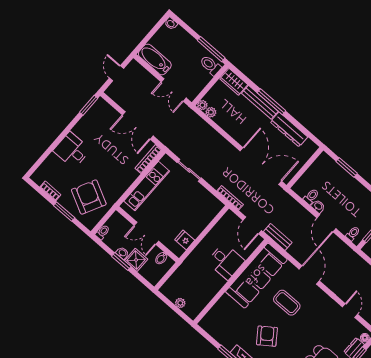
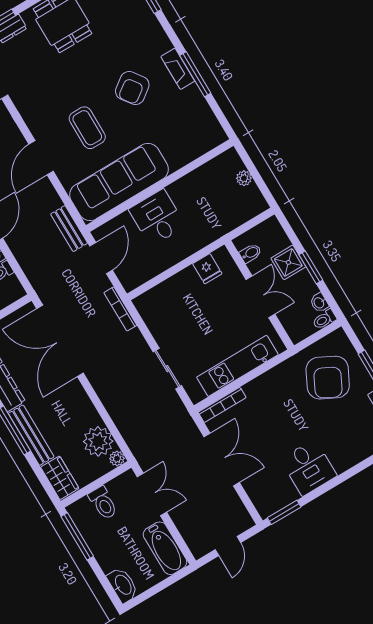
washbasin: (171, 23) -> (123, 585), width x1.91, depth x1.45
toilet: (210, 65) -> (103, 503), moved
plant: (211, 112) -> (98, 441), width x1.87, depth x1.87
desk: (72, 150) -> (309, 467), moved
washbasin: (122, 253) -> (319, 303), moved

